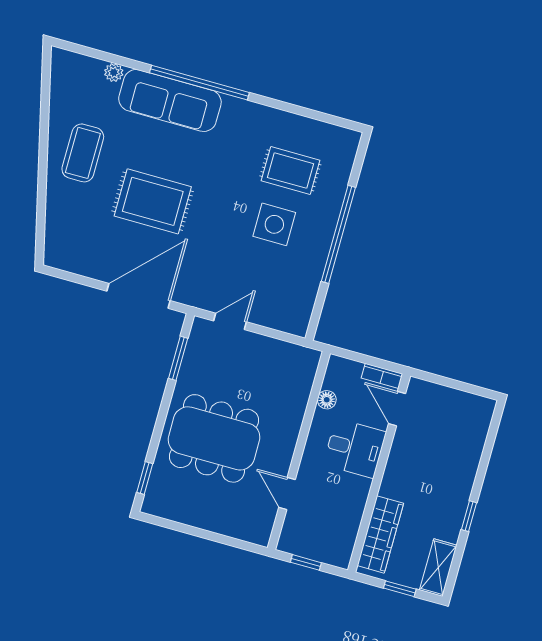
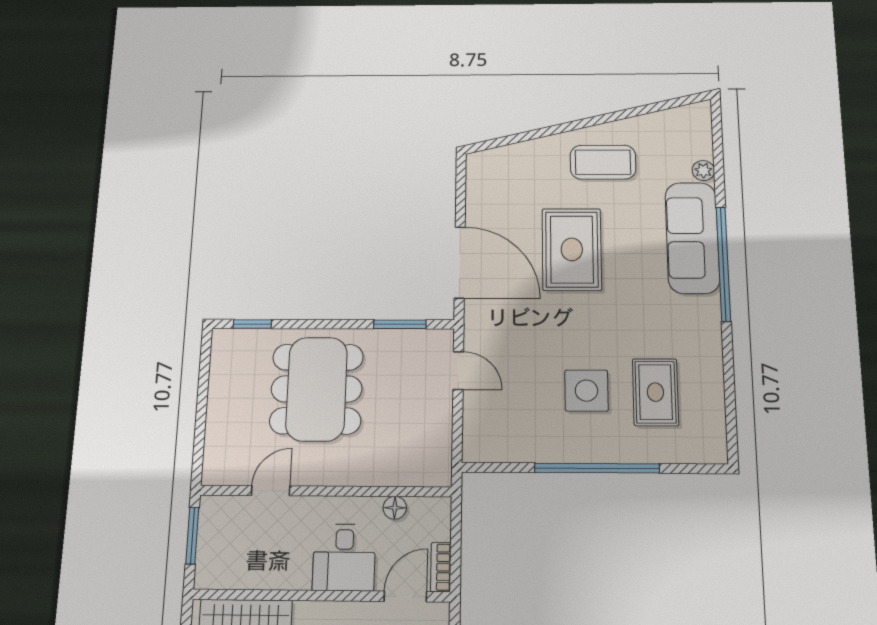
window: (306, 562) -> (192, 536), width x1.50

